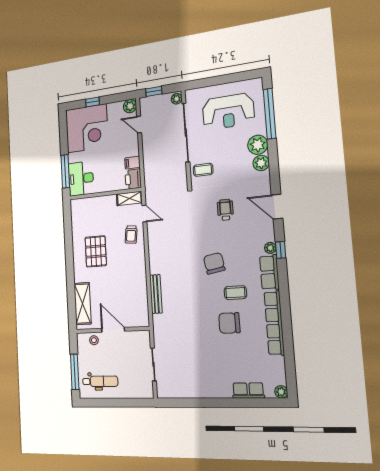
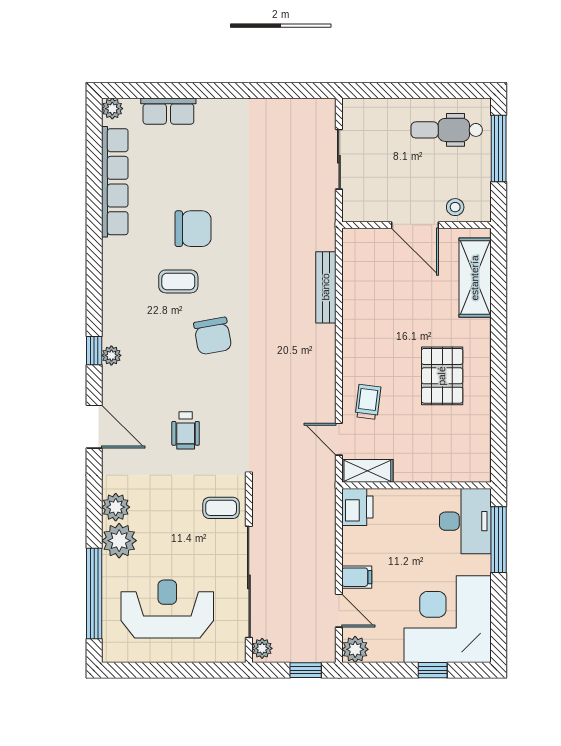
filing cabinet: (132, 163) -> (357, 577), moved
row of seats: (269, 272) -> (116, 313), removed
row of seats: (274, 323) -> (115, 182), moved

